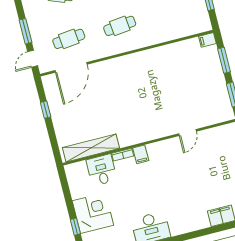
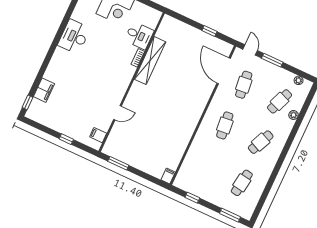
window: (224, 60) -> (146, 176), removed
door: (188, 132) -> (118, 113), swing flipped
shelving: (91, 148) -> (150, 61), moved
filing cabinet: (141, 154) -> (98, 135), moved

